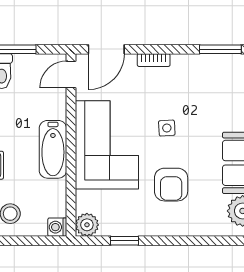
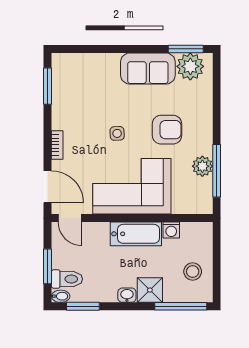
plant: (87, 225) -> (202, 166), moved
washing machine: (57, 227) -> (171, 230), moved
window: (124, 241) -> (217, 171), width x2.17

